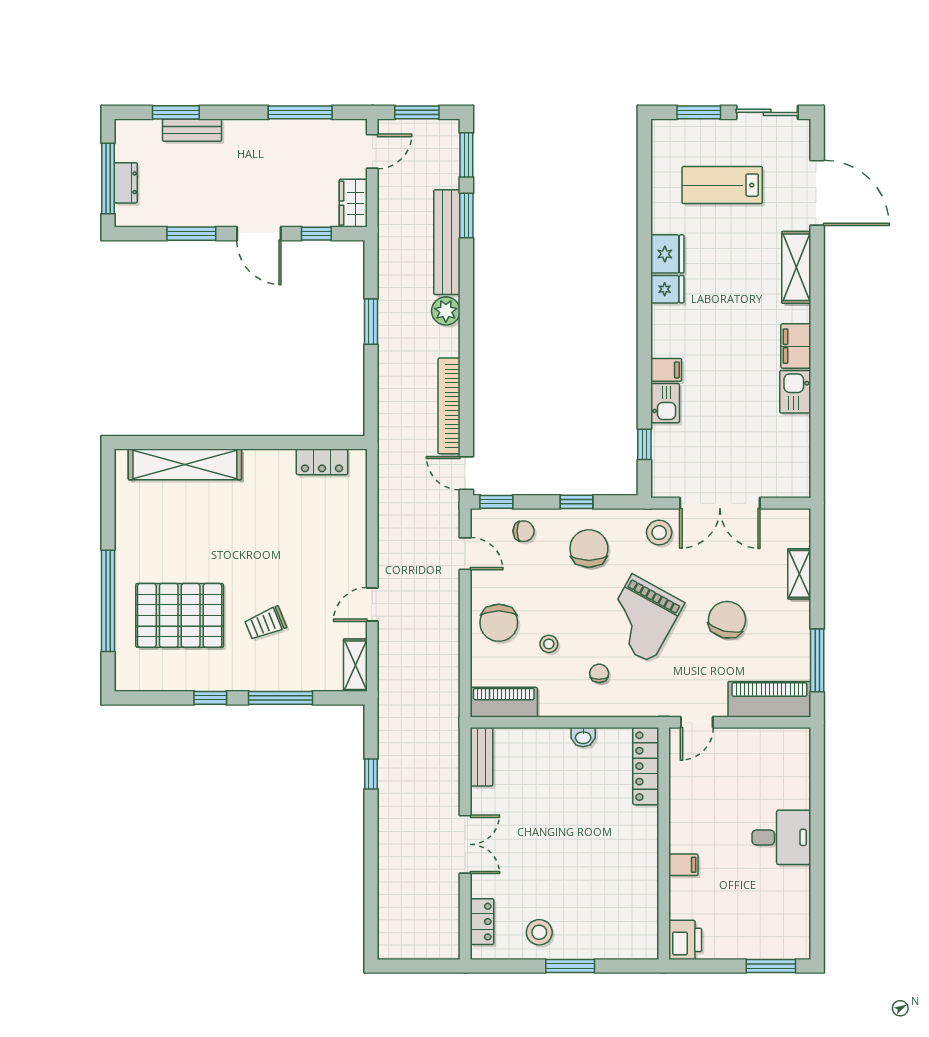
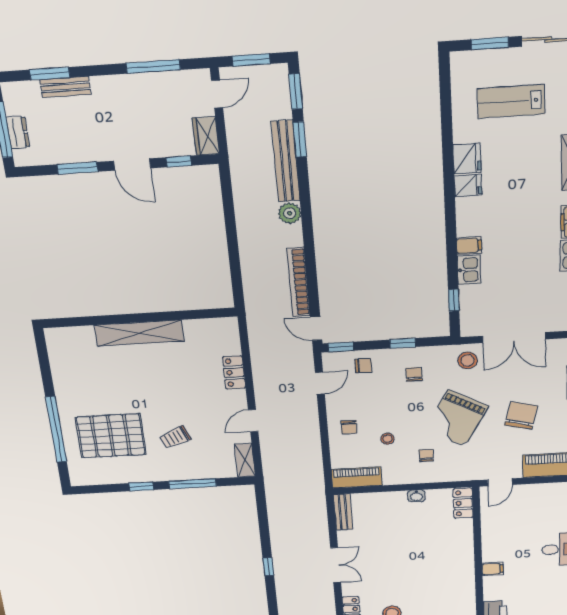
window: (371, 322) -> (230, 225), removed
locker: (322, 462) -> (234, 372), moved, turned 90
shelving: (185, 464) -> (139, 333), moved
chair: (589, 548) -> (414, 374), width x0.54, depth x0.54
door: (465, 554) -> (320, 383), hinge flipped
chair: (499, 623) -> (349, 427), width x0.54, depth x0.54
locker: (646, 766) -> (463, 503), width x0.66
window: (371, 774) -> (268, 567), moved

